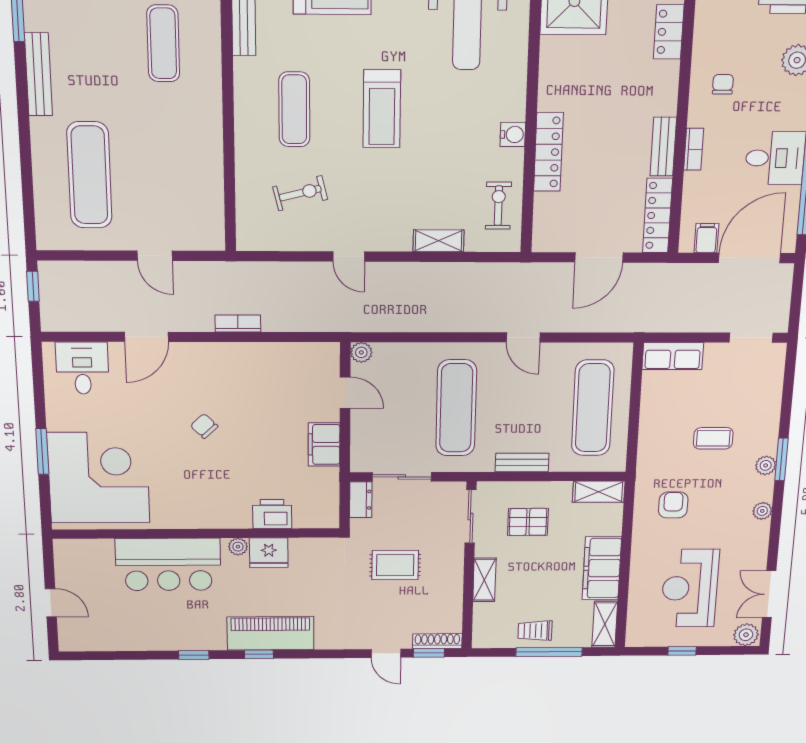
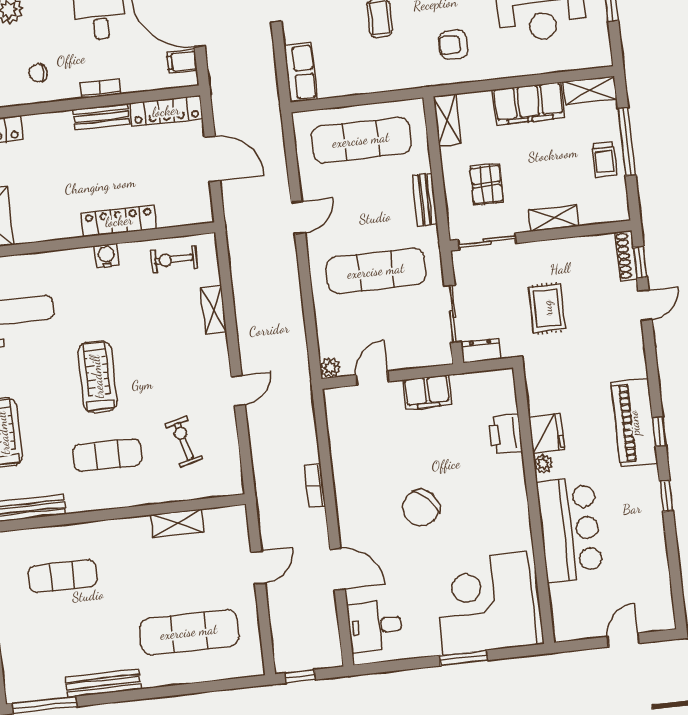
treadmill: (382, 109) -> (97, 377), turned -90
shelving: (211, 176) -> (177, 523), added
chair: (204, 426) -> (421, 508), width x1.87, depth x1.87

